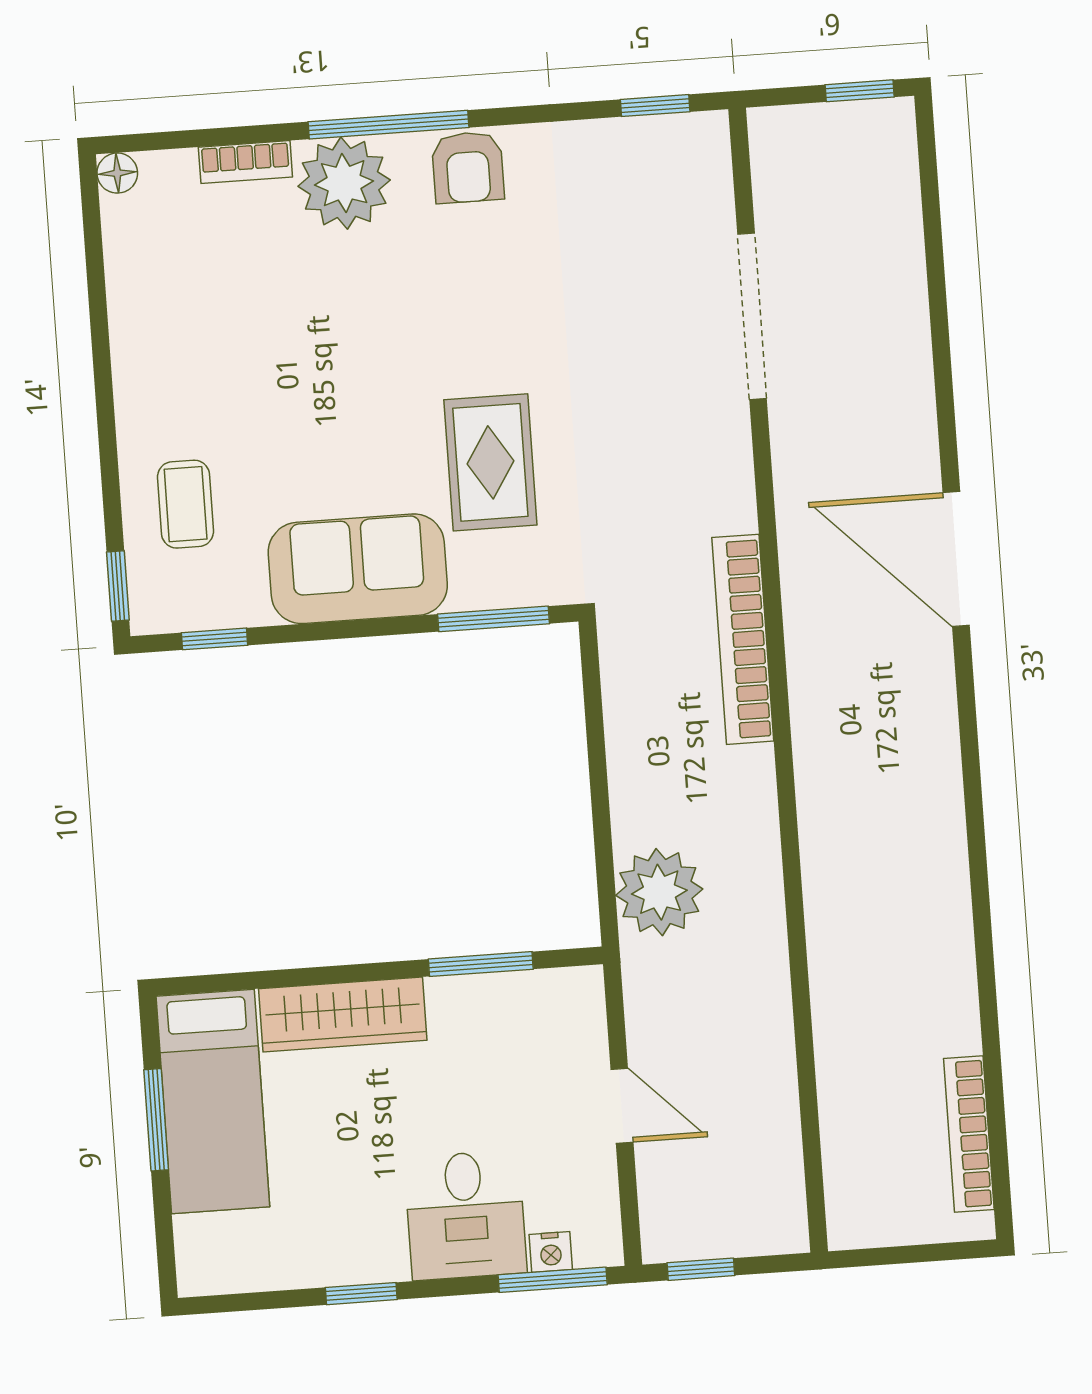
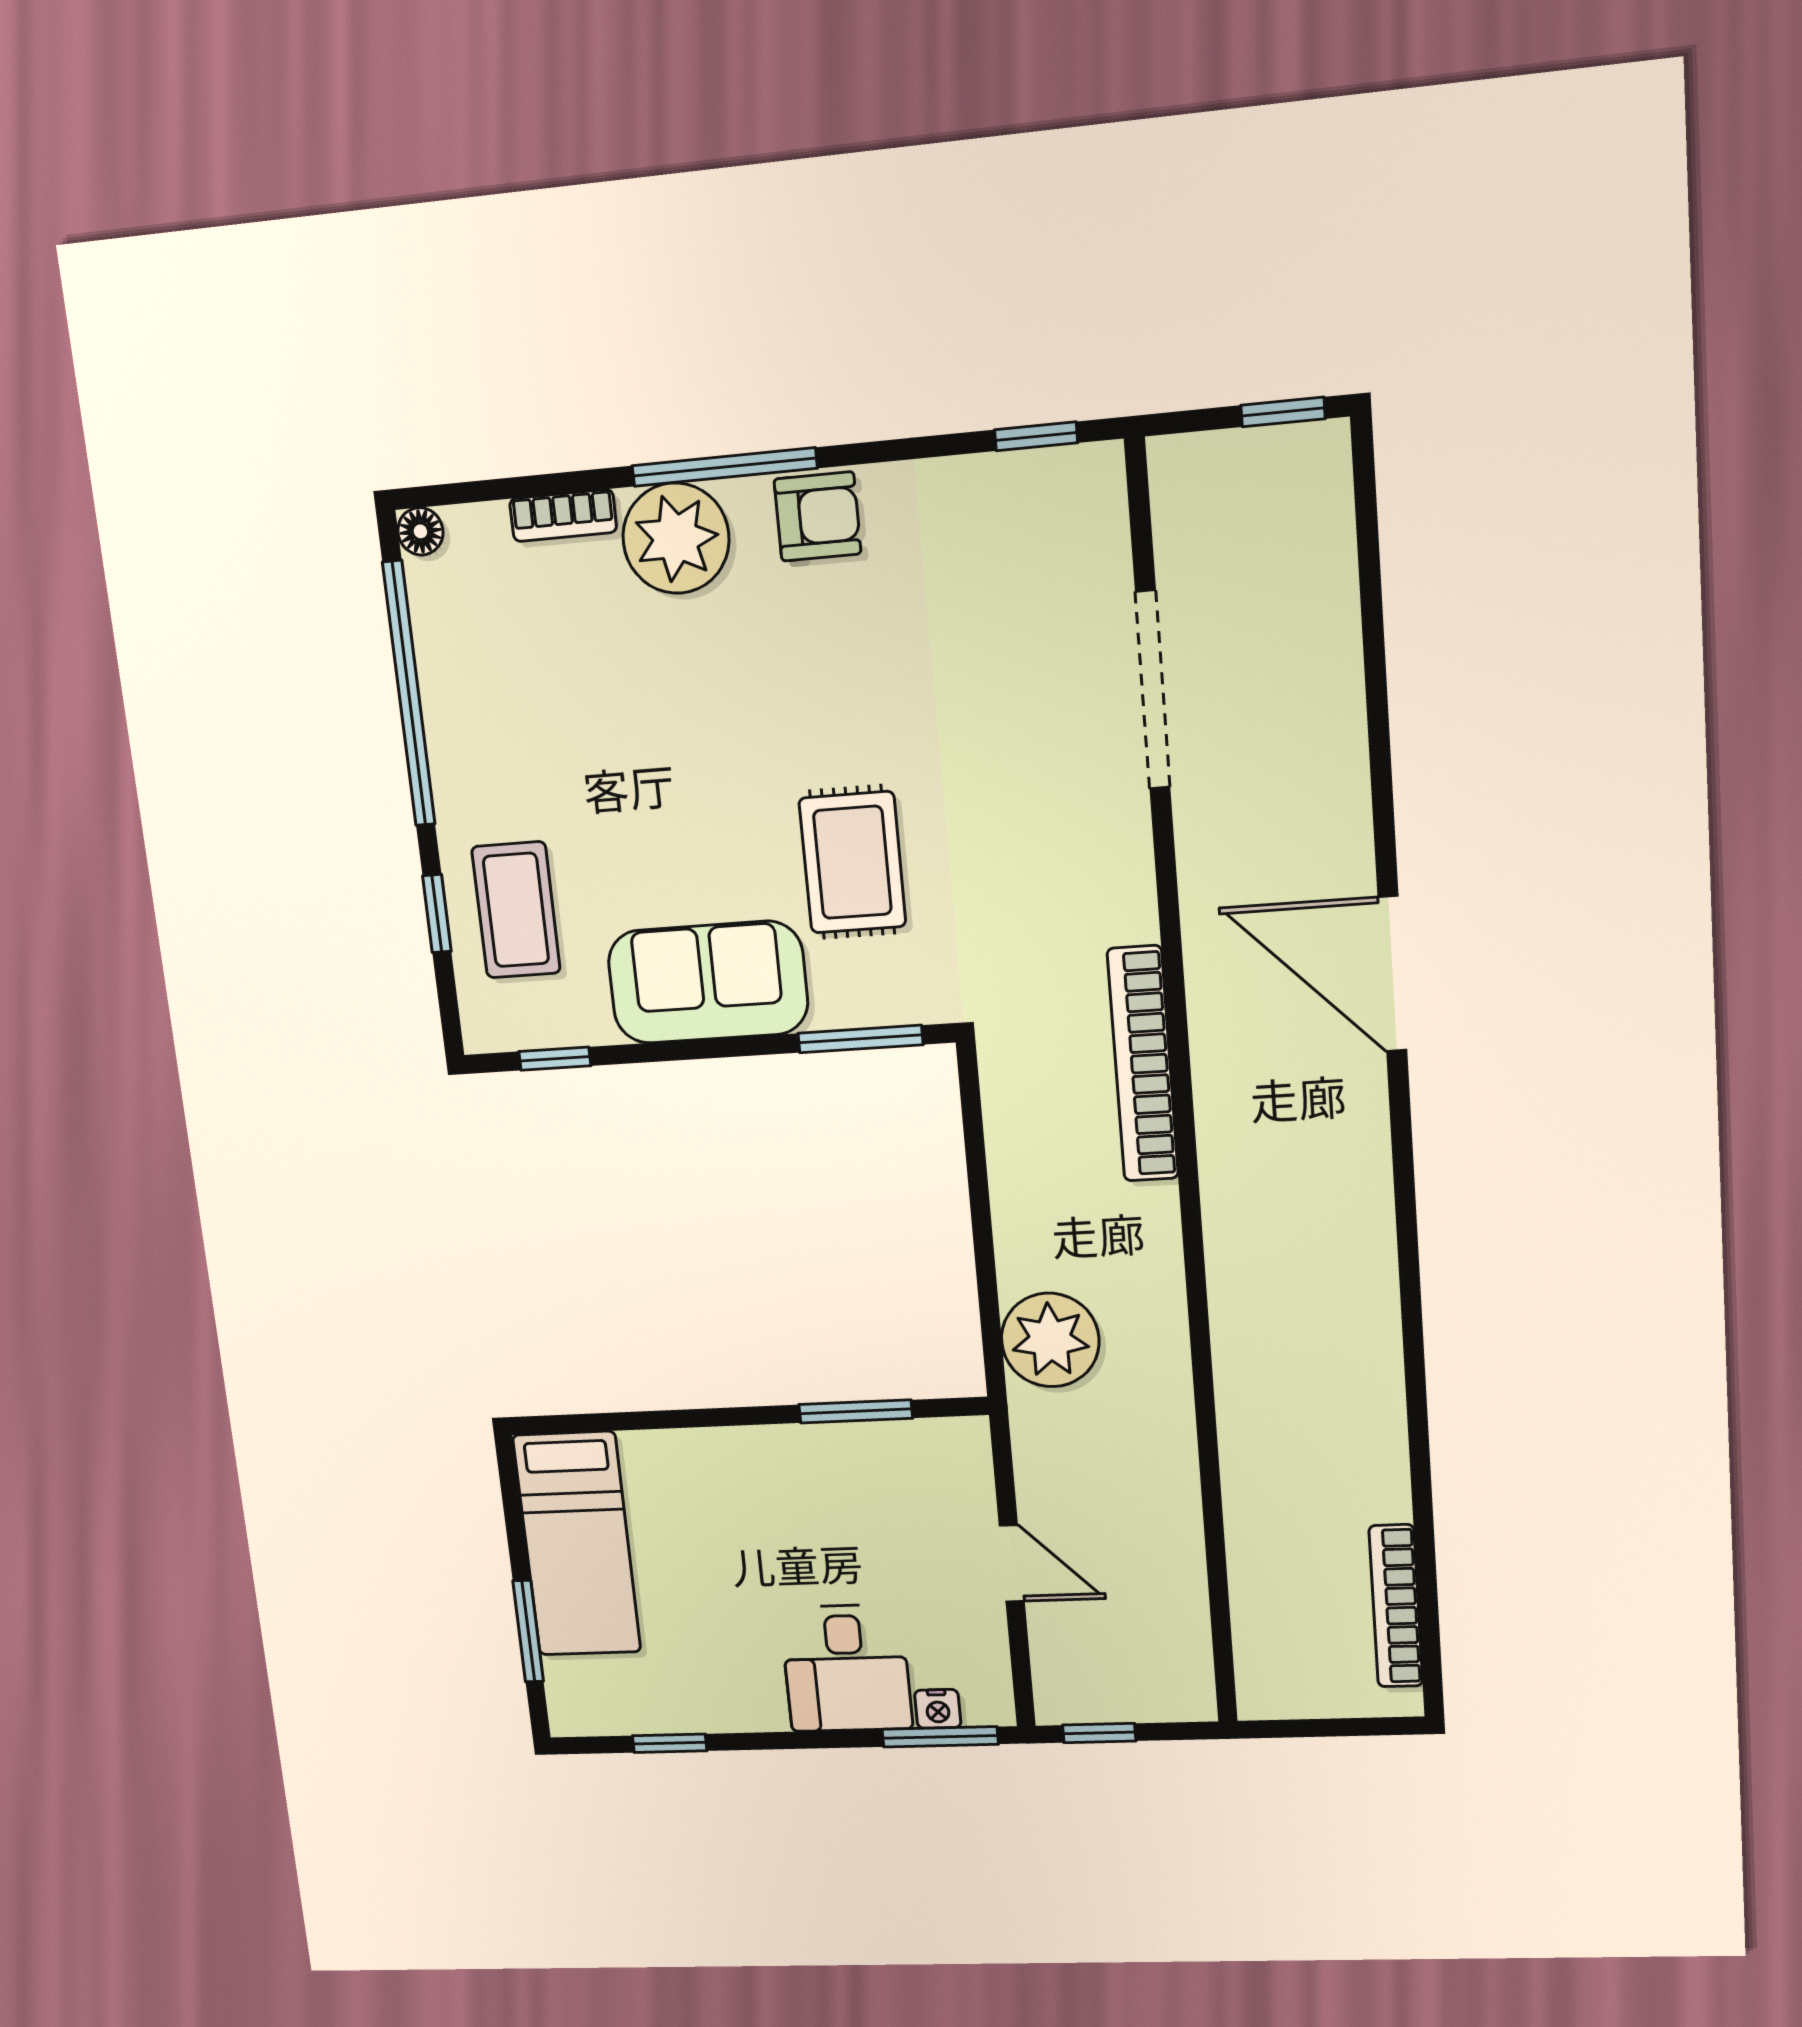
armchair: (468, 167) -> (818, 516), turned -90
window: (98, 313) -> (409, 694), added
coffee table: (186, 504) -> (516, 910), width x1.36, depth x1.30
window: (118, 586) -> (437, 914), moved
wardrobe: (343, 1014) -> (710, 1460), removed
window: (156, 1120) -> (528, 1631), moved
window: (361, 1294) -> (670, 1743), moved

